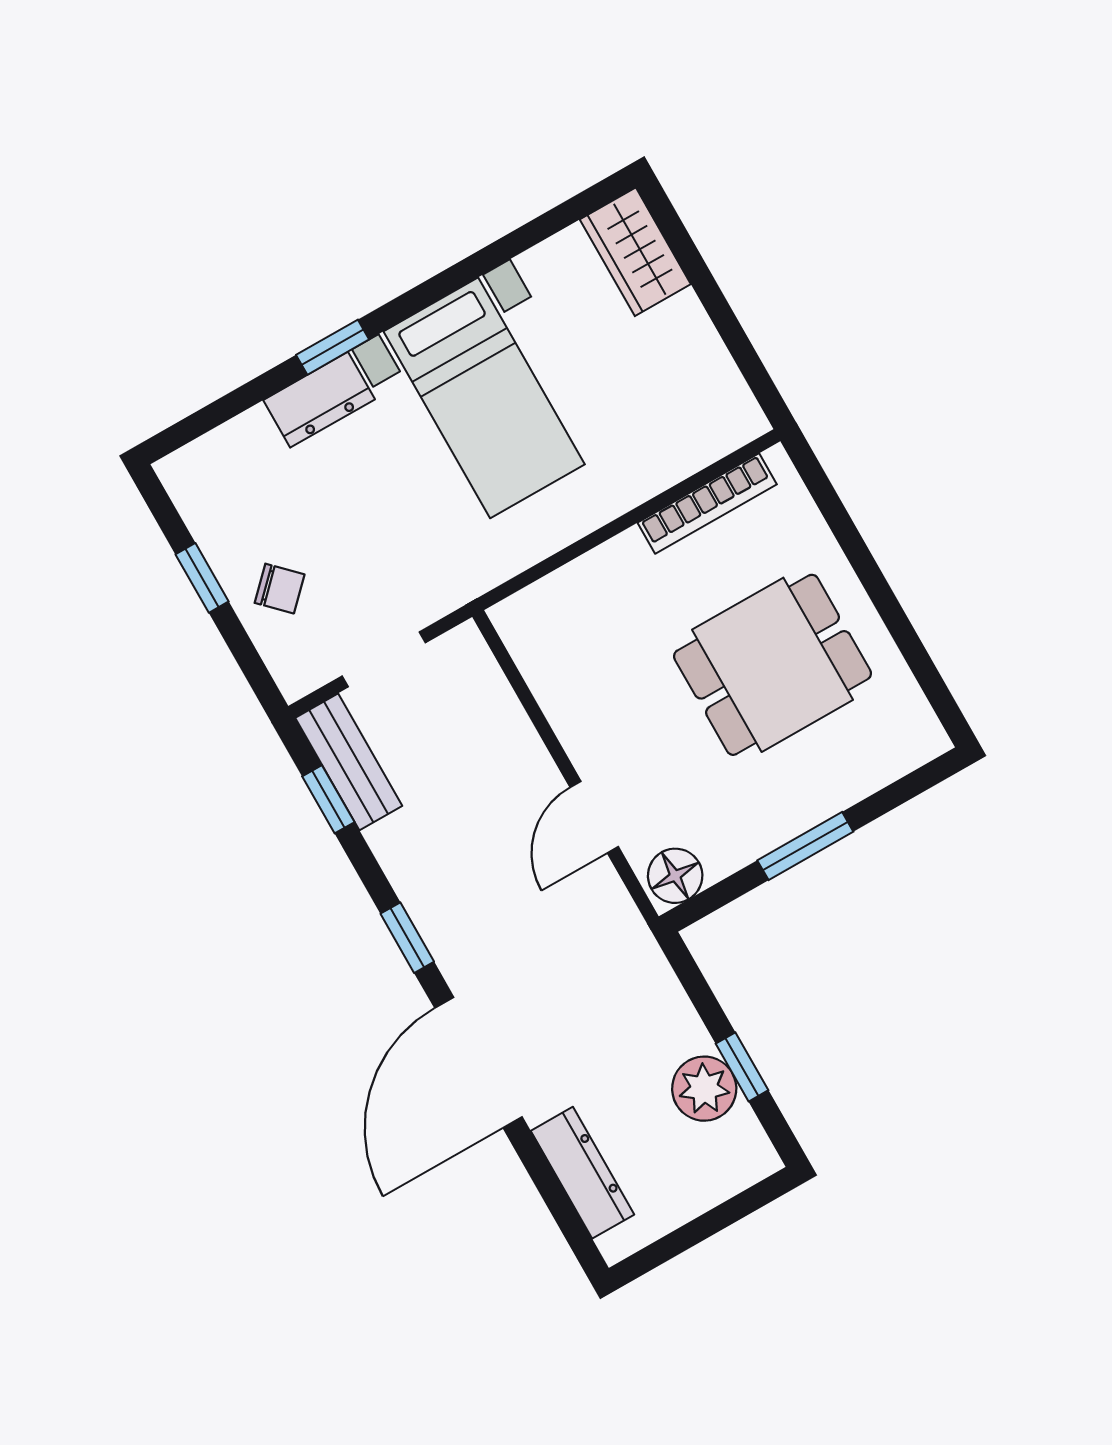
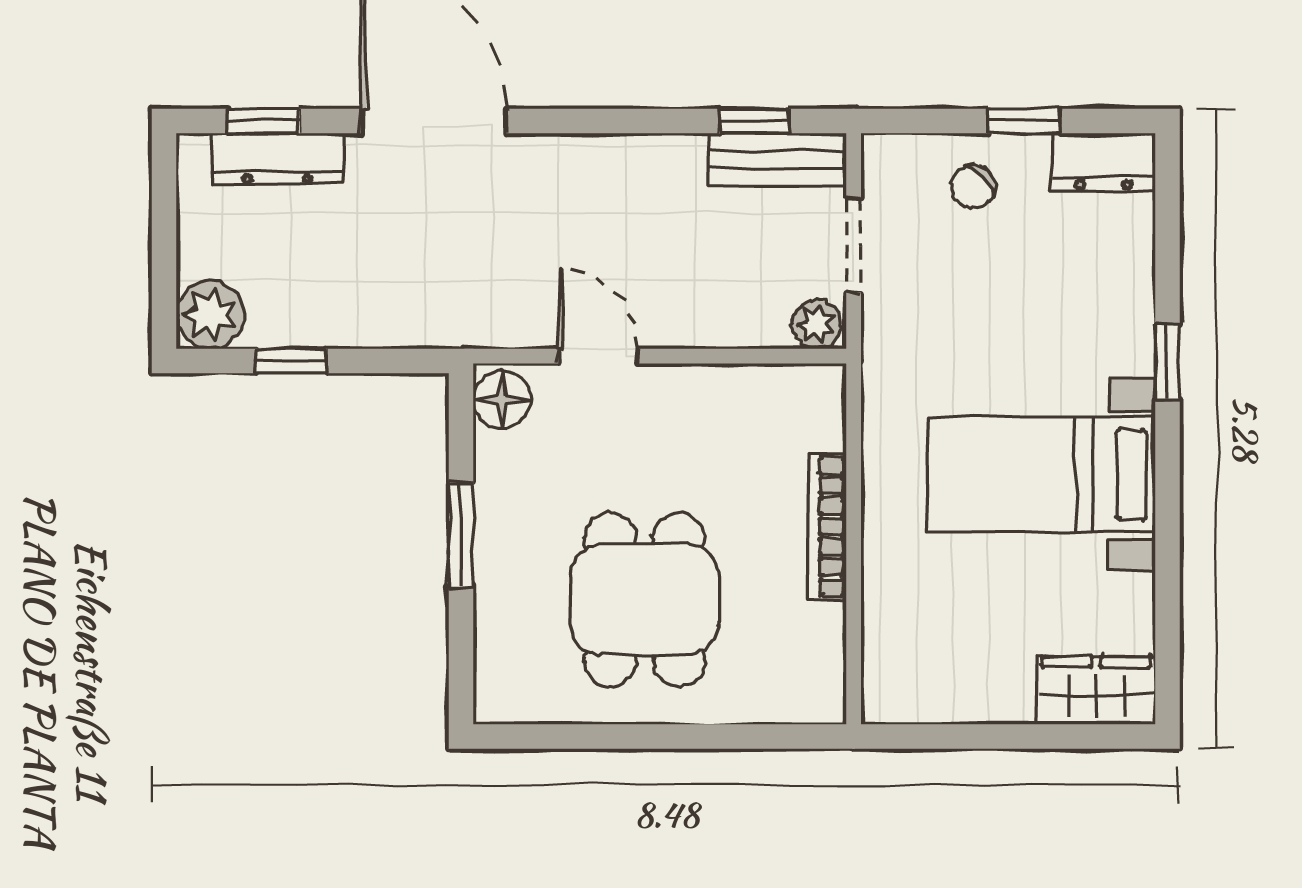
dresser: (319, 400) -> (1104, 162), moved, turned -90
bookcase: (707, 503) -> (827, 526), moved
plant: (466, 652) -> (817, 324), added
window: (407, 938) -> (263, 121), moved
plant: (704, 1089) -> (210, 315), moved

